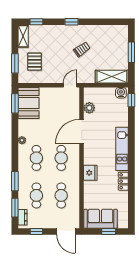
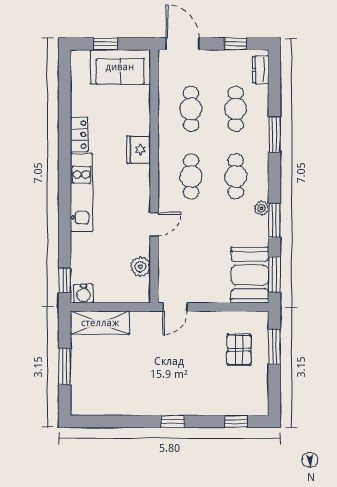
shelving: (23, 36) -> (260, 395), removed
trolley: (82, 49) -> (154, 372), removed
door: (82, 131) -> (154, 224), width x0.53
window: (15, 208) -> (274, 220), moved

